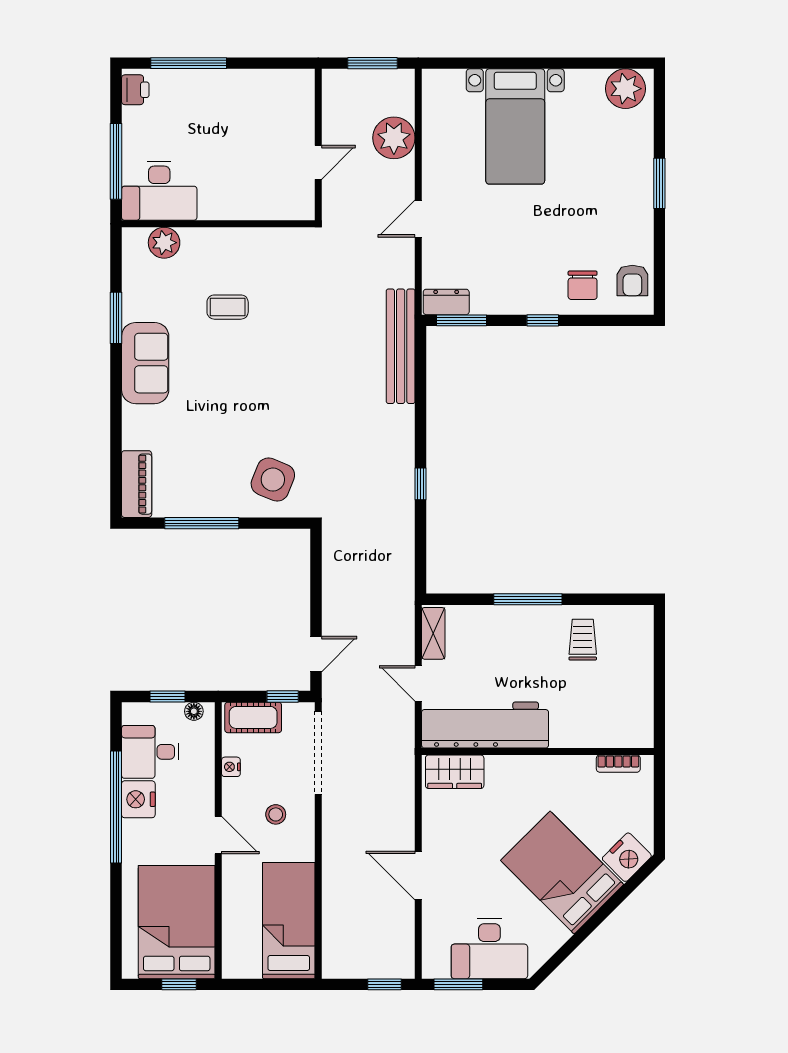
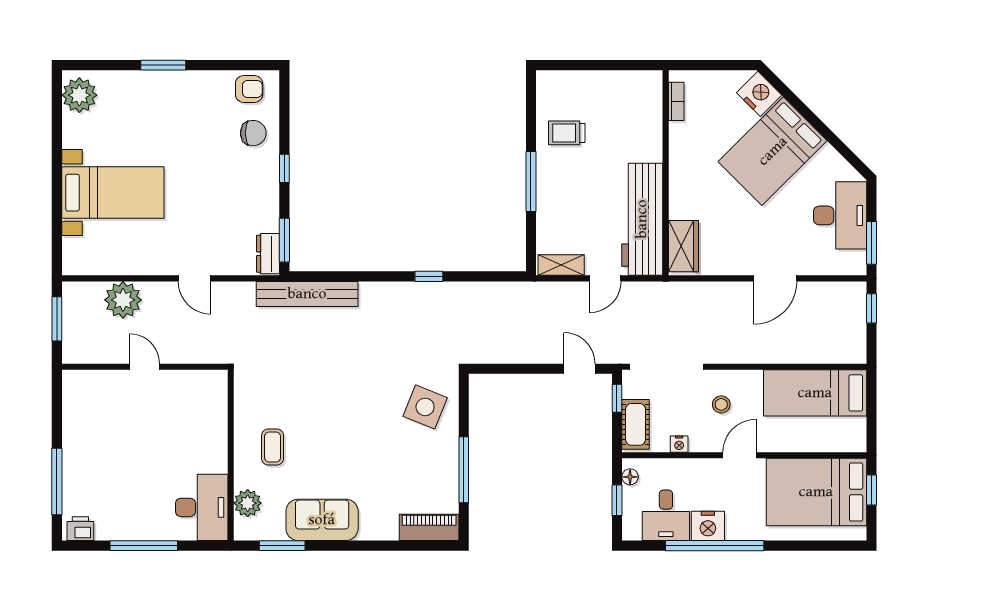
desk: (159, 191) -> (202, 507), moved
wall: (218, 224) -> (231, 455), moved
plant: (164, 243) -> (248, 503), moved

